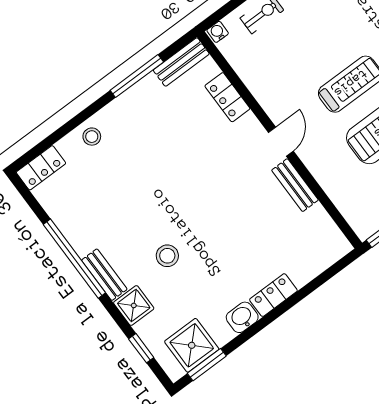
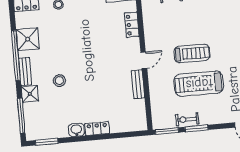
shower: (192, 345) -> (28, 39), moved
window: (141, 348) -> (21, 116), width x2.17

